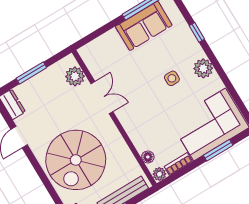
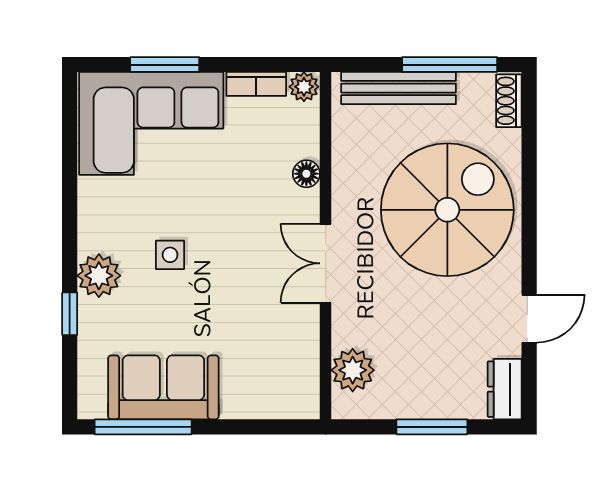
plant: (203, 68) -> (99, 276), moved
double door: (102, 98) -> (326, 263), moved
floor lamp: (148, 157) -> (306, 174), moved

